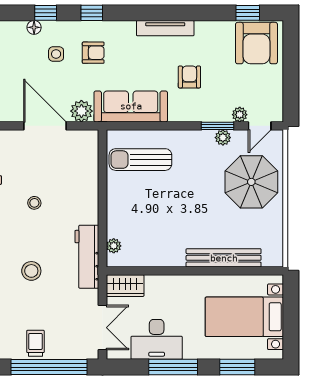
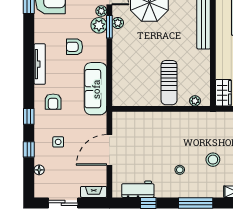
floor lamp: (34, 27) -> (39, 170), moved
armchair: (93, 53) -> (53, 102), moved, turned 180
plant: (81, 111) -> (99, 25), moved
sun lounger: (140, 160) -> (169, 83), moved
stool: (34, 203) -> (180, 170), moved
workbench: (87, 257) -> (203, 120), removed

